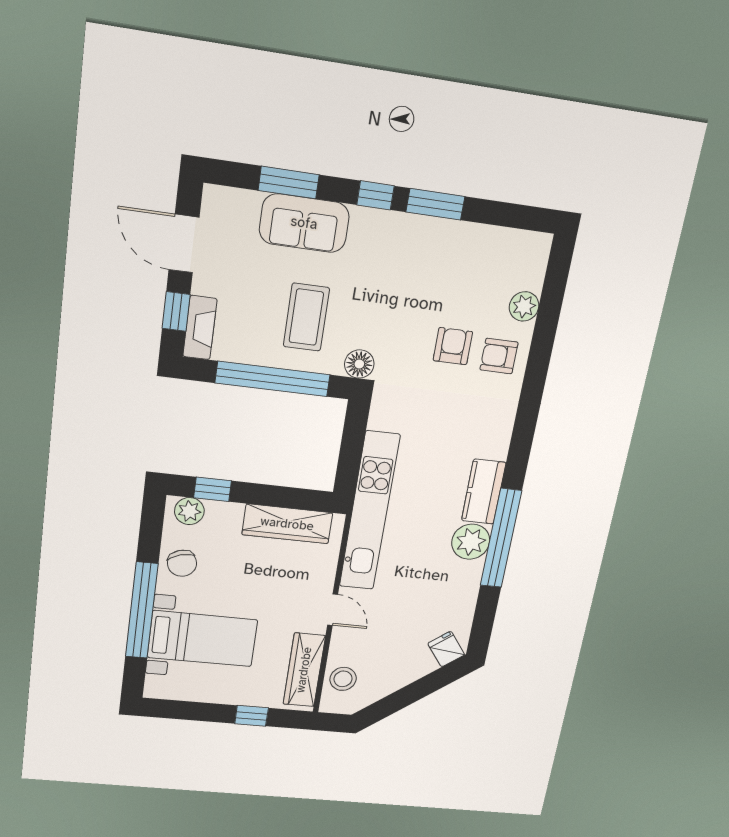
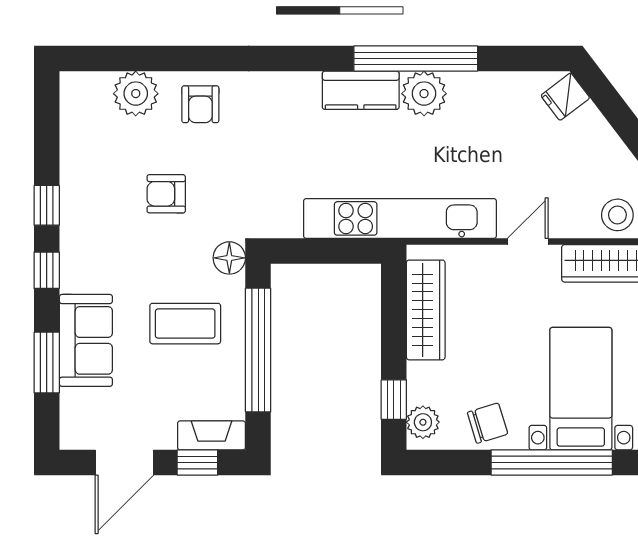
window: (435, 204) -> (47, 205), width x0.67
plant: (524, 306) -> (136, 94), width x1.36, depth x1.36
armchair: (453, 346) -> (166, 194), moved

